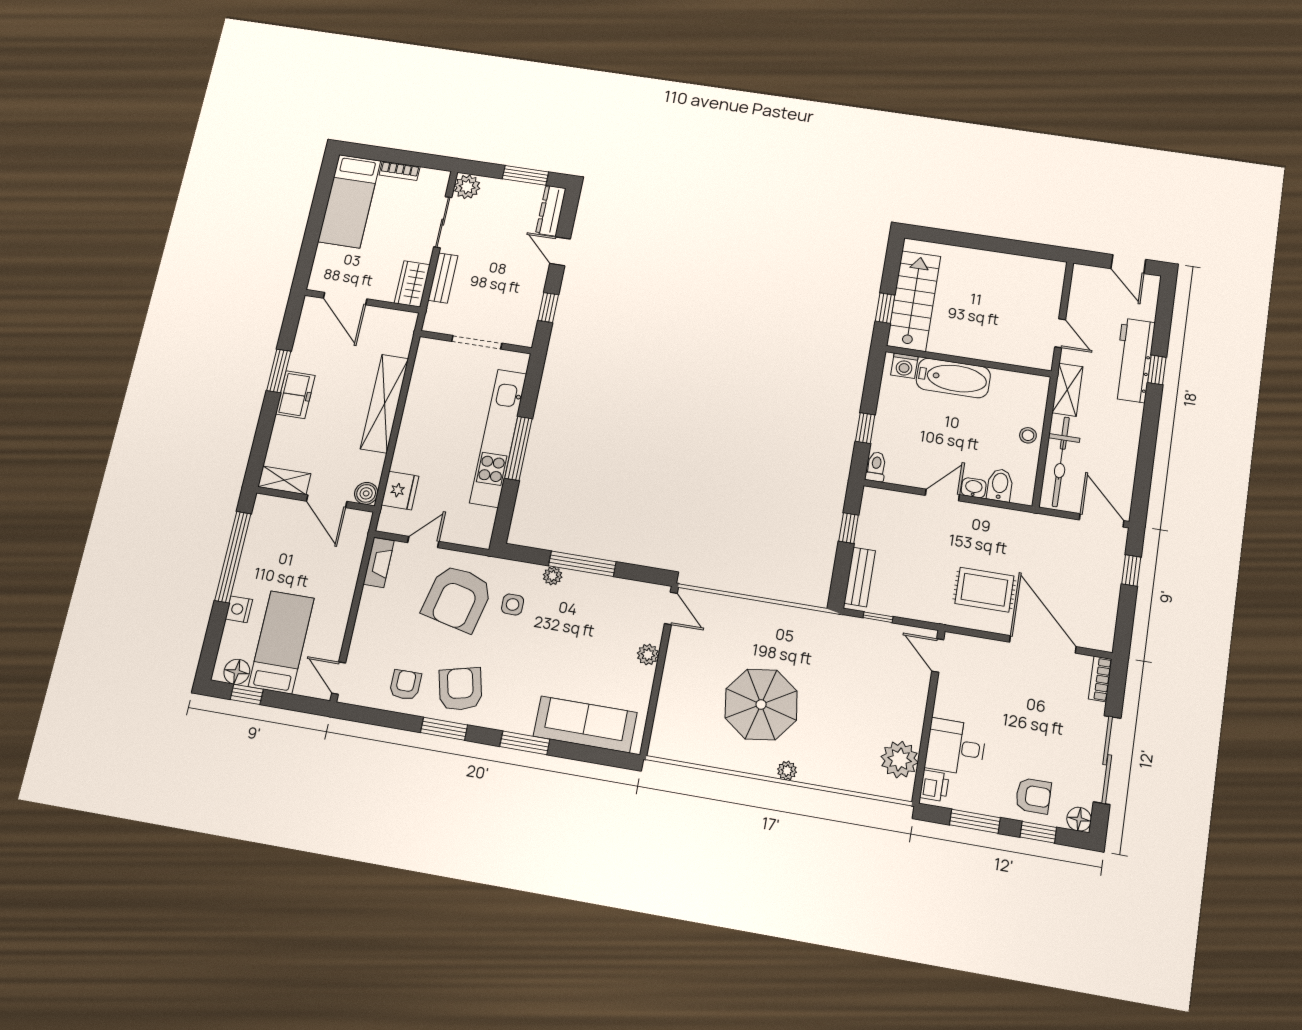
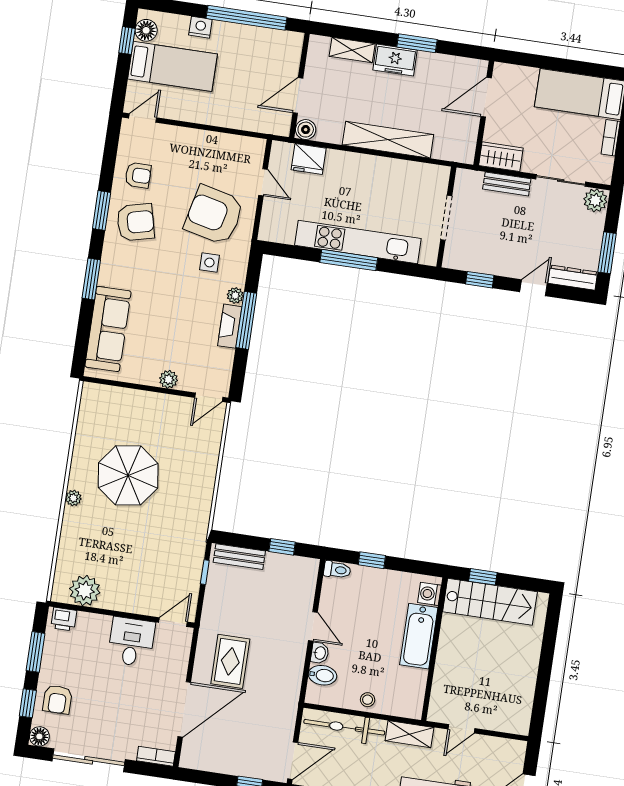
shelving: (284, 480) -> (352, 50), moved, turned 90
fireplace: (379, 563) -> (230, 326), moved, turned 90
desk: (956, 747) -> (131, 642), moved

